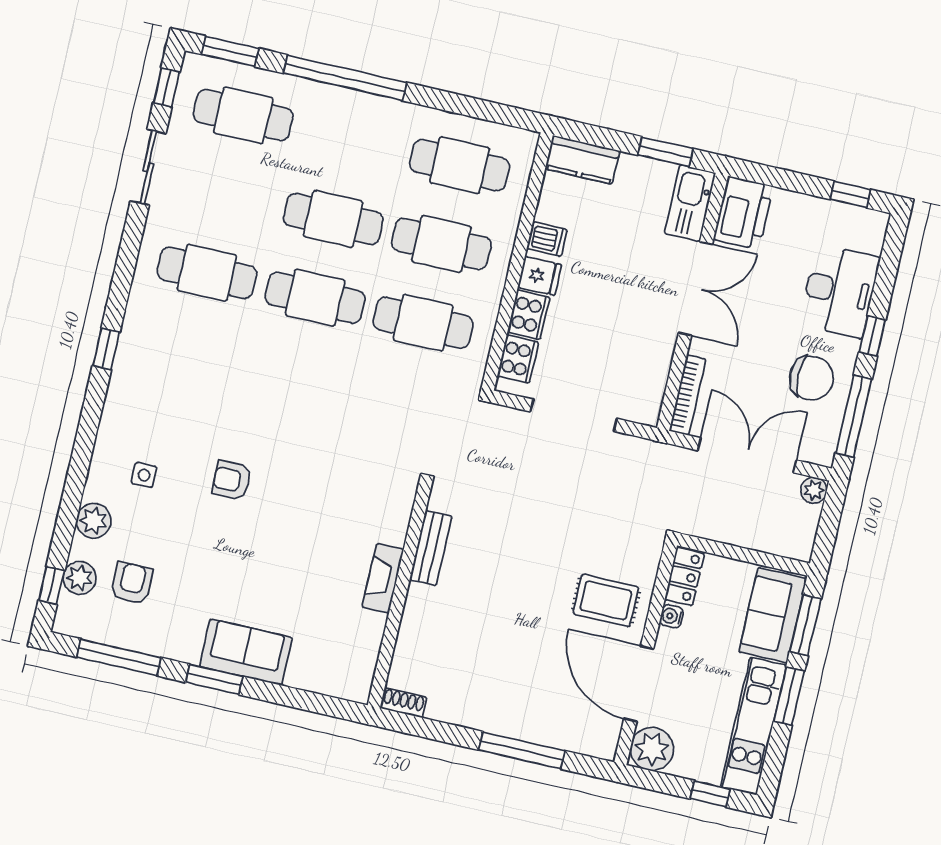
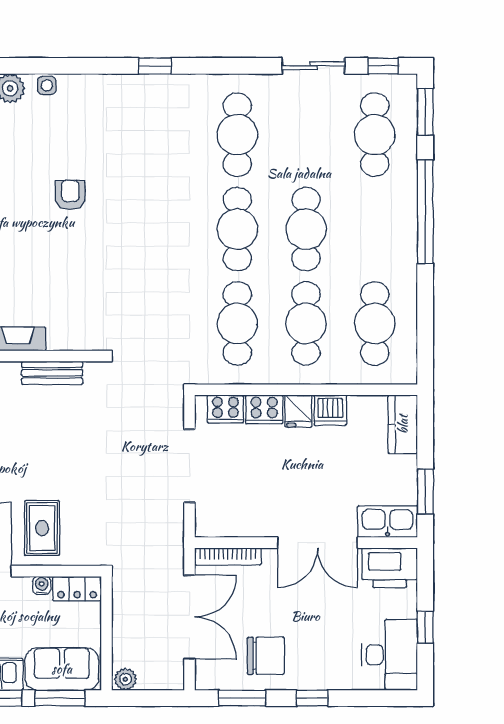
window: (850, 195) -> (425, 627), moved
dishwasher: (547, 239) -> (330, 410), width x1.38
desk: (839, 291) -> (390, 655), moved, turned -90
chair: (811, 378) -> (266, 656), turned -90
window: (854, 416) -> (242, 698), width x0.69
side table: (144, 475) -> (47, 85), moved
plant: (814, 490) -> (125, 679), moved

